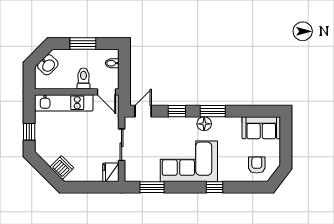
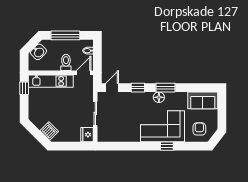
window: (83, 43) -> (65, 35), width x1.44
door: (106, 92) -> (84, 73), swing flipped
window: (29, 132) -> (24, 88), moved
corner sofa: (189, 161) -> (162, 126), moved
window: (152, 187) -> (119, 146), removed

